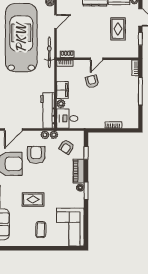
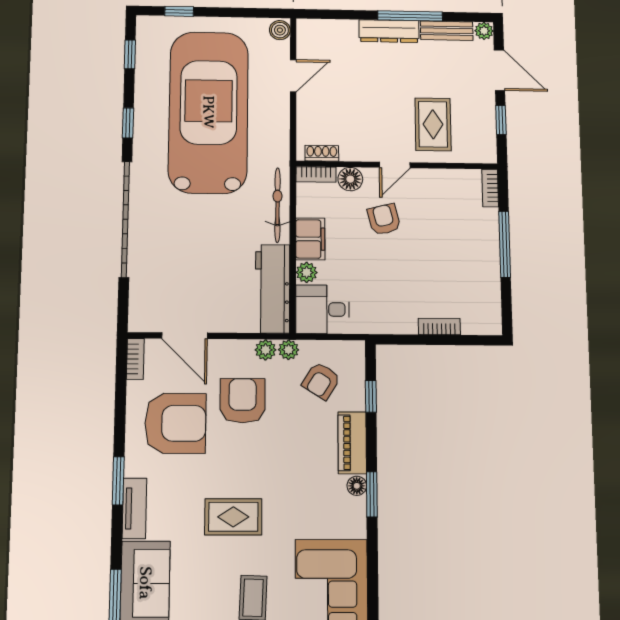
rug: (118, 29) -> (433, 124), moved
bicycle: (49, 52) -> (277, 205), moved
floor lamp: (79, 65) -> (350, 179), added
door: (13, 130) -> (185, 336), hinge flipped

